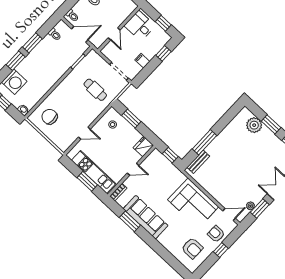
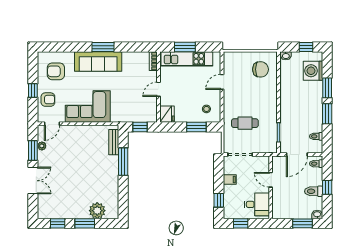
sofa: (146, 217) -> (98, 62), moved
window: (130, 221) -> (103, 47), moved

